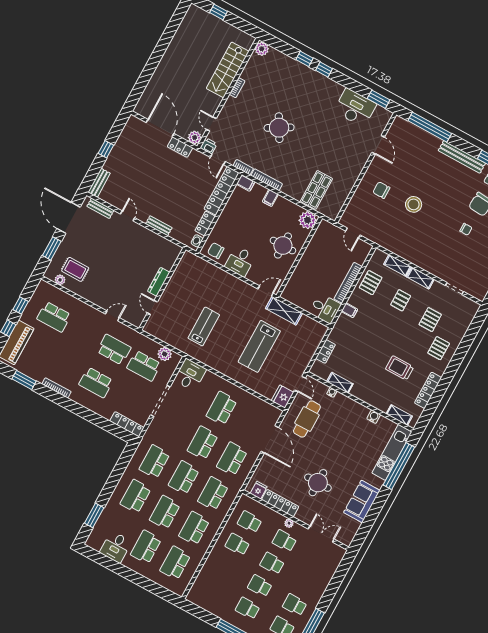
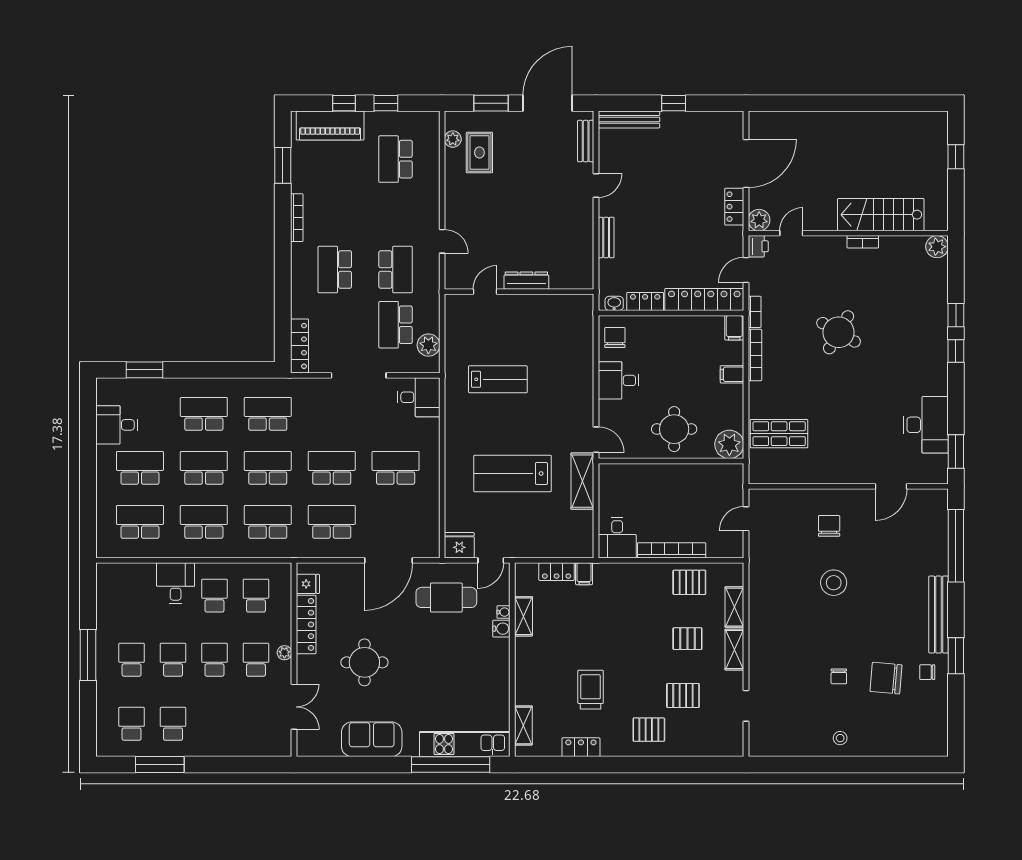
round table: (279, 128) -> (839, 332), turned -30
bench: (99, 183) -> (629, 119), width x1.36
filing cabinet: (349, 310) -> (584, 574), moved
locker: (428, 390) -> (581, 747), width x0.66
water cooler: (374, 417) -> (501, 629), moved
desk: (219, 562) -> (176, 583), added

